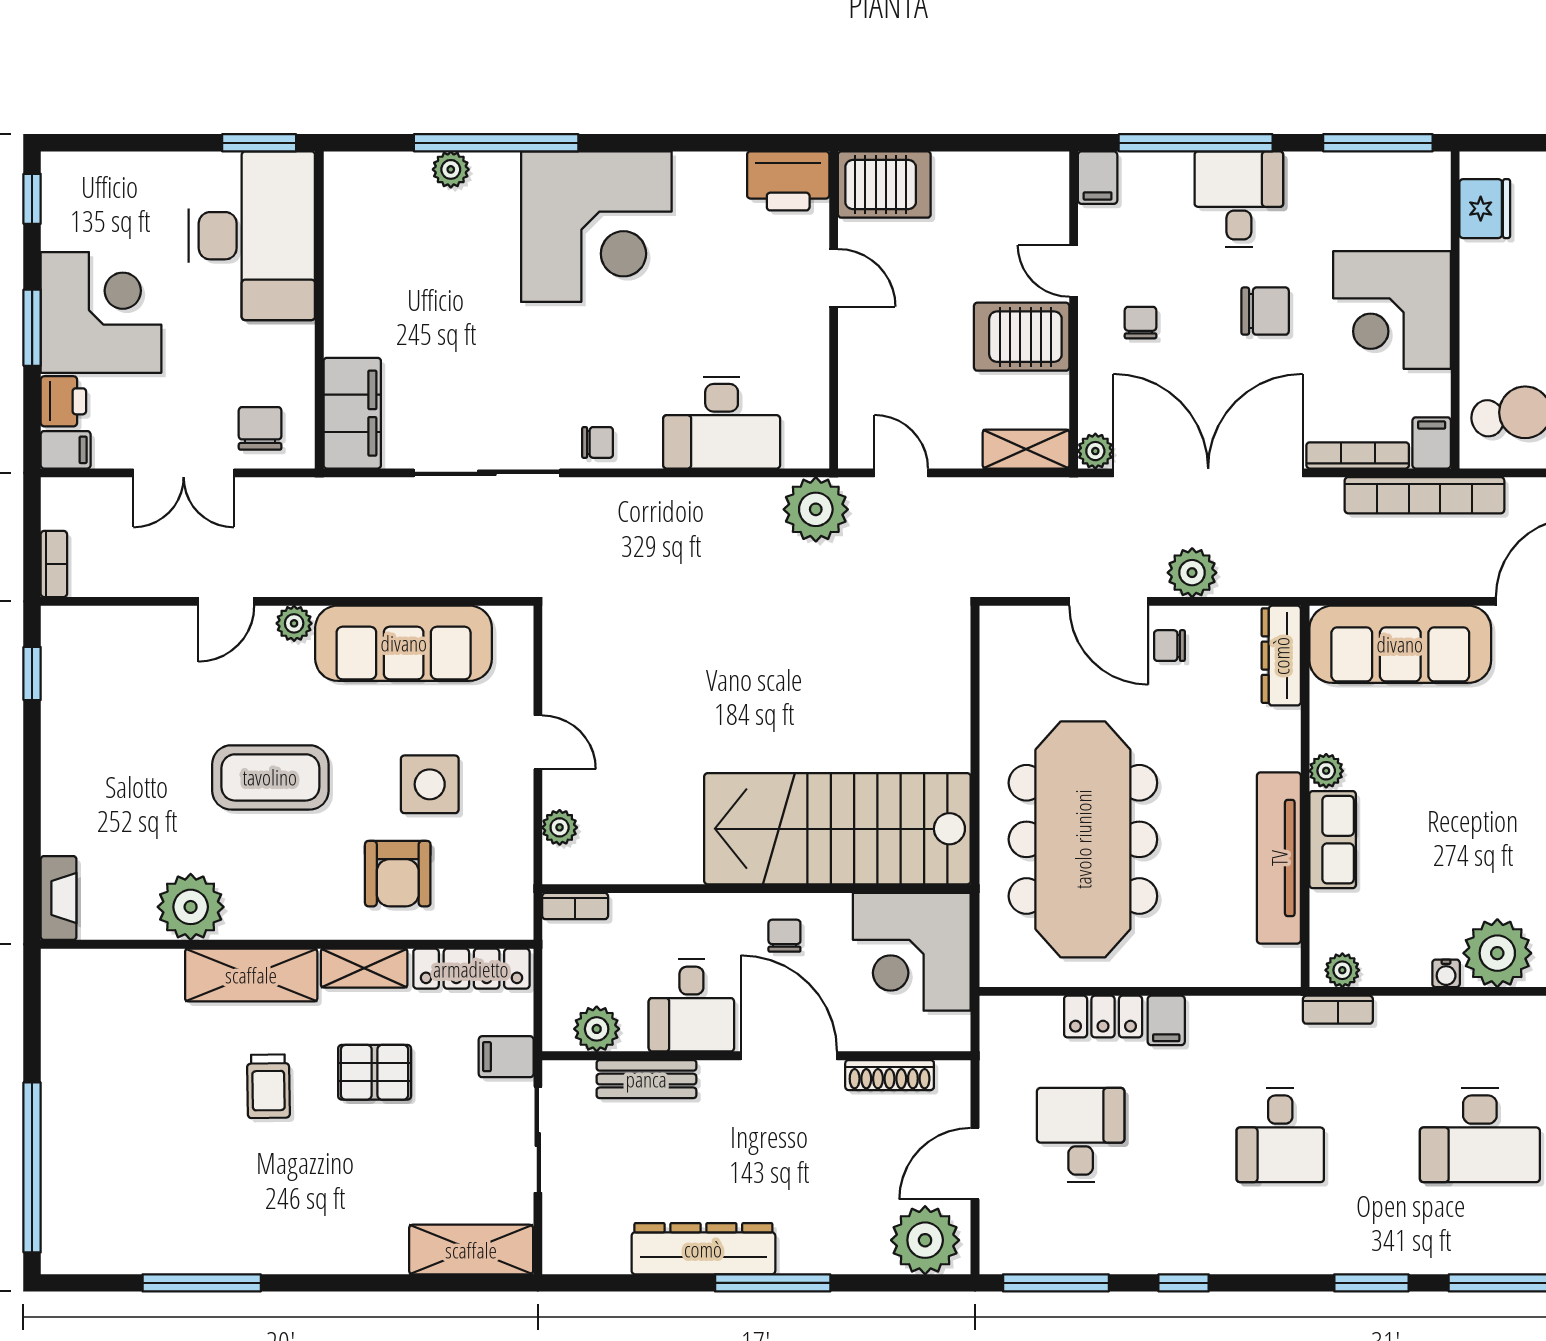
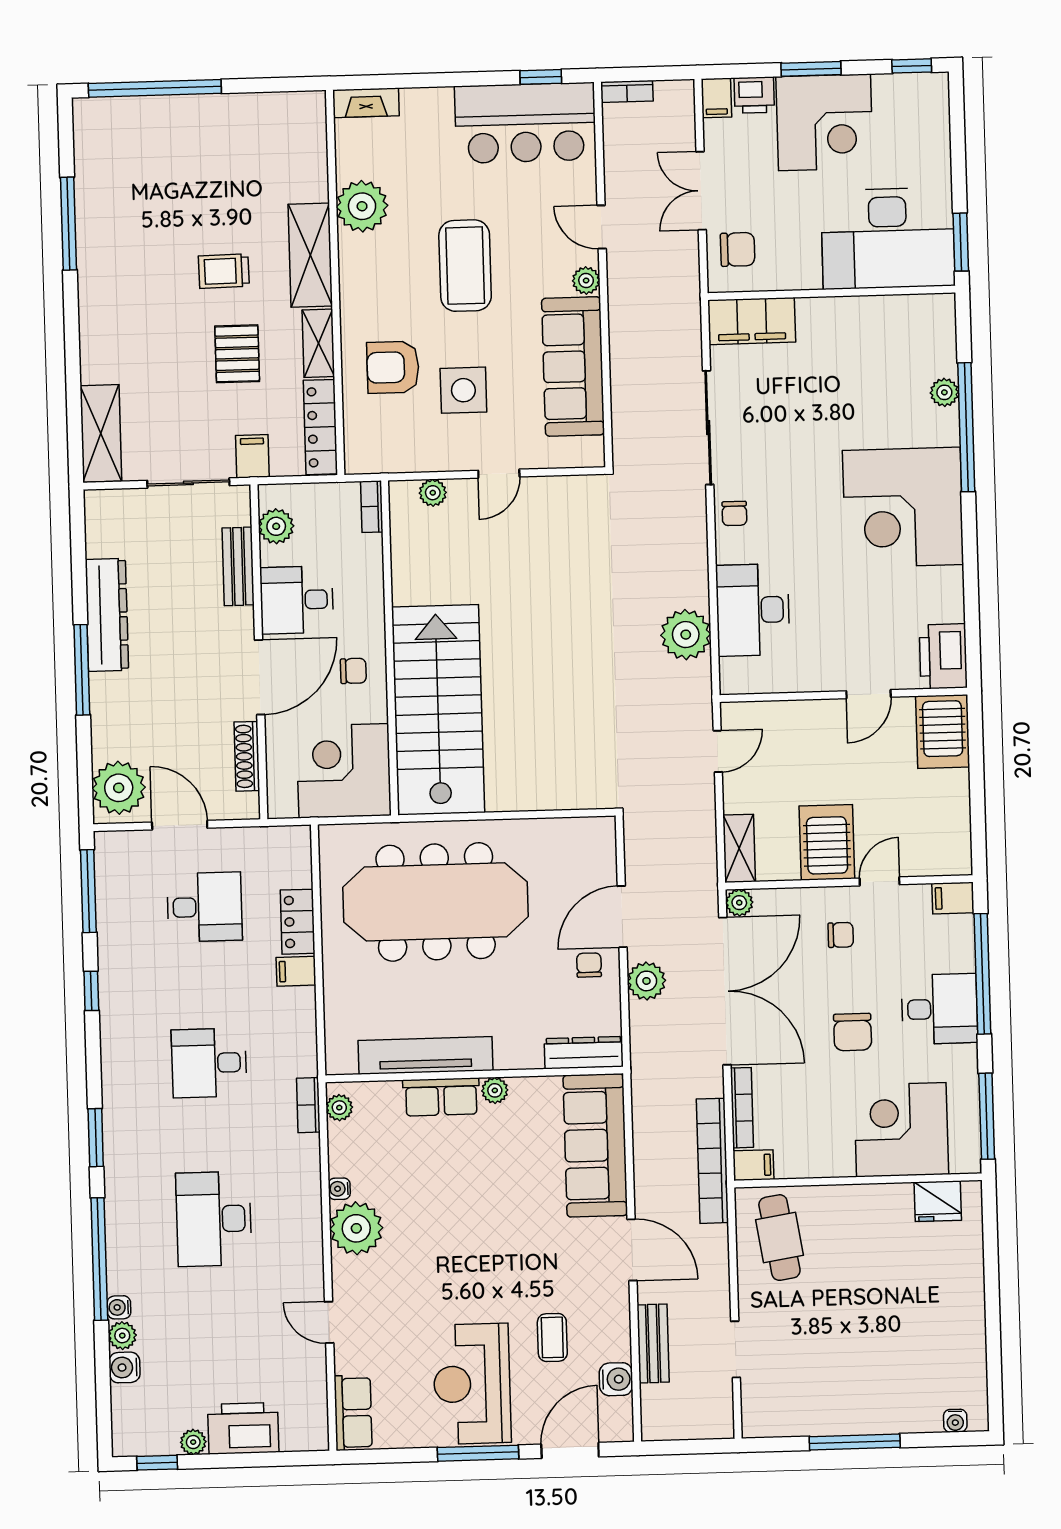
corner desk: (1392, 310) -> (901, 1130), moved
plant: (816, 509) -> (686, 635), moved
bar counter: (90, 695) -> (525, 123), added

